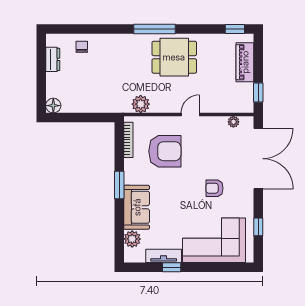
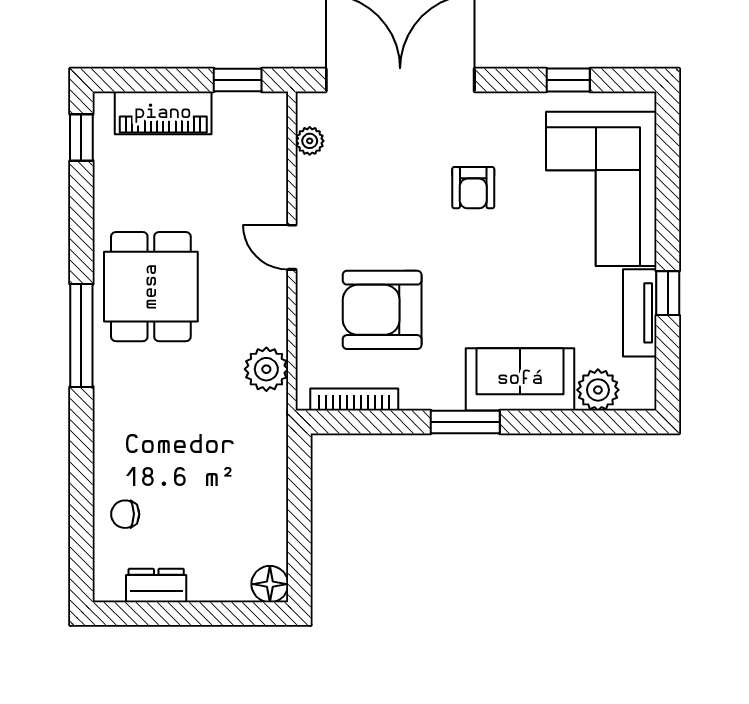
armchair: (165, 151) -> (382, 310), turned -90

